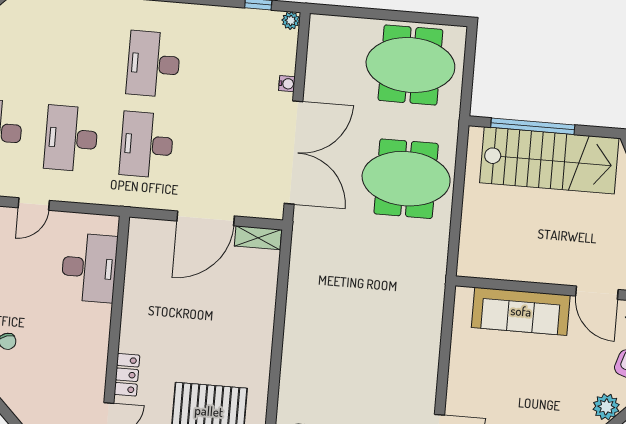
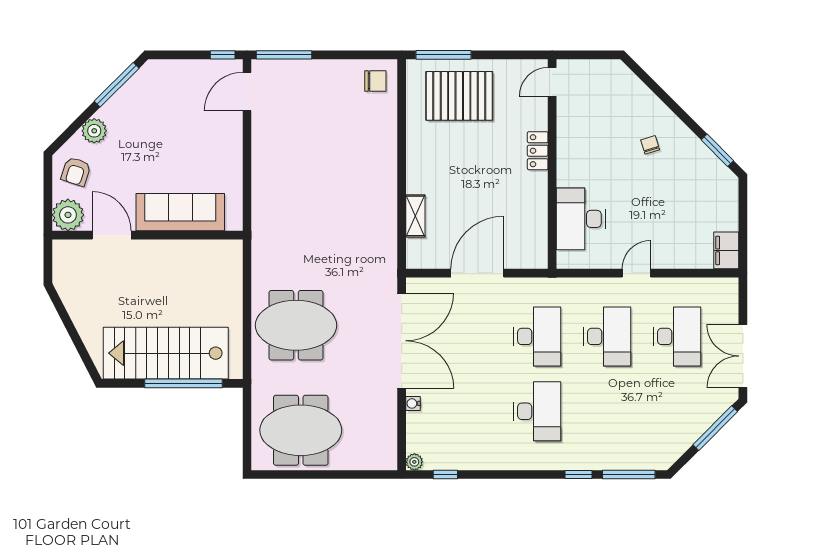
double door: (293, 152) -> (402, 341), swing flipped
shelving: (258, 238) -> (415, 216), moved, turned 90
locker: (127, 375) -> (538, 151), moved

